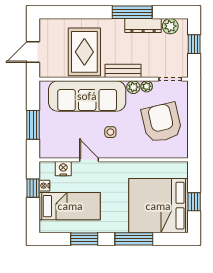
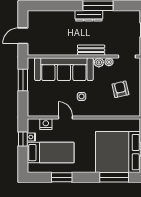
dresser: (143, 26) -> (89, 16), moved
plant: (170, 26) -> (127, 16), removed
rug: (84, 52) -> (62, 36), removed
armchair: (162, 123) -> (120, 89), width x0.53, depth x0.53
window: (33, 125) -> (23, 80), moved
window: (134, 239) -> (114, 177), moved

